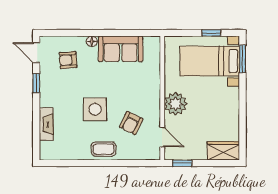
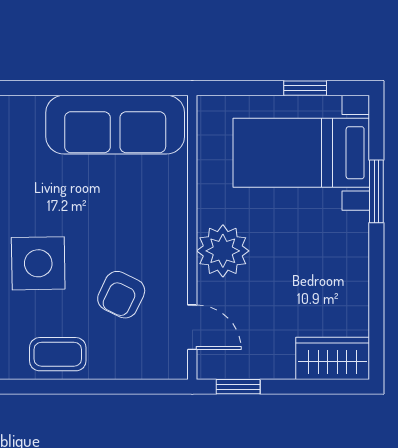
floor lamp: (92, 41) -> (31, 107), removed
sofa: (121, 49) -> (115, 125), width x1.36
window: (243, 59) -> (376, 191), moved

